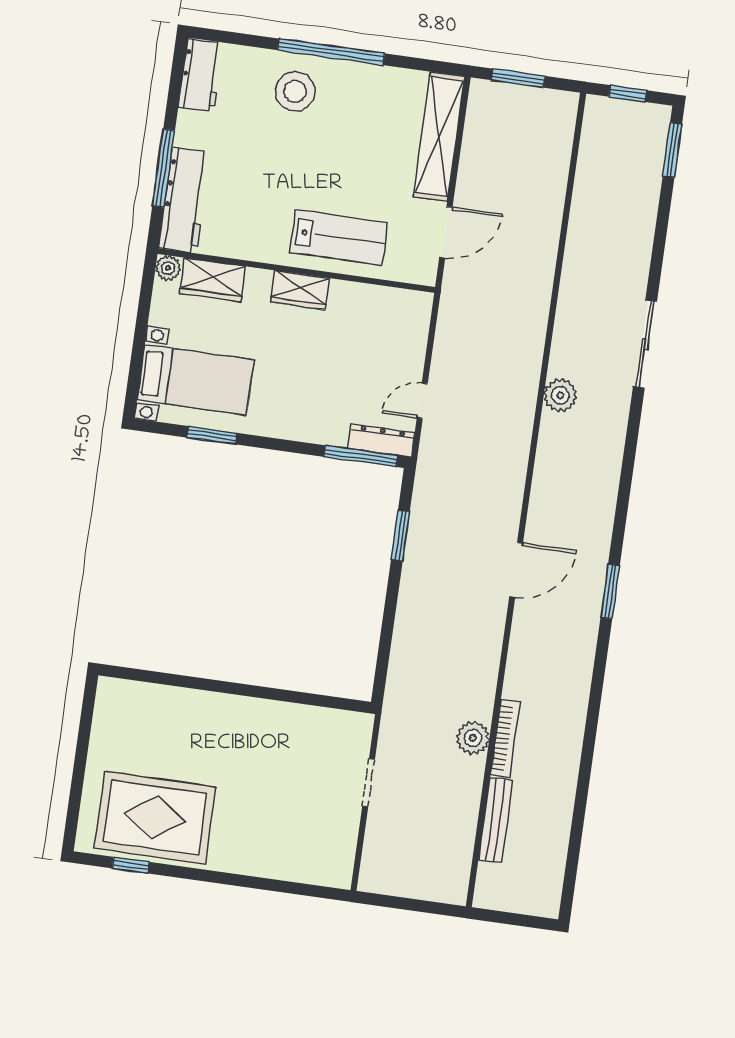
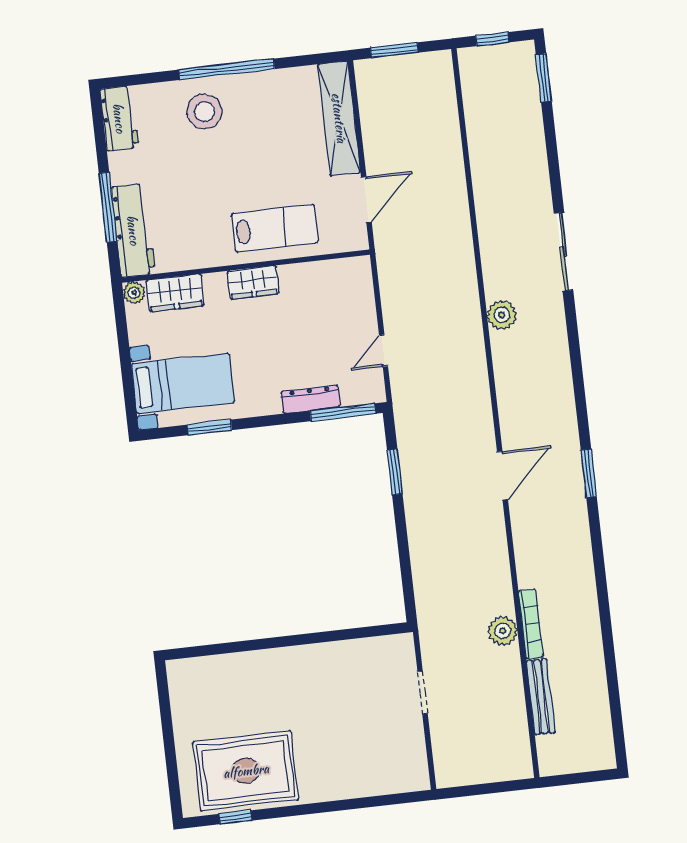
dresser: (381, 441) -> (310, 399), moved

